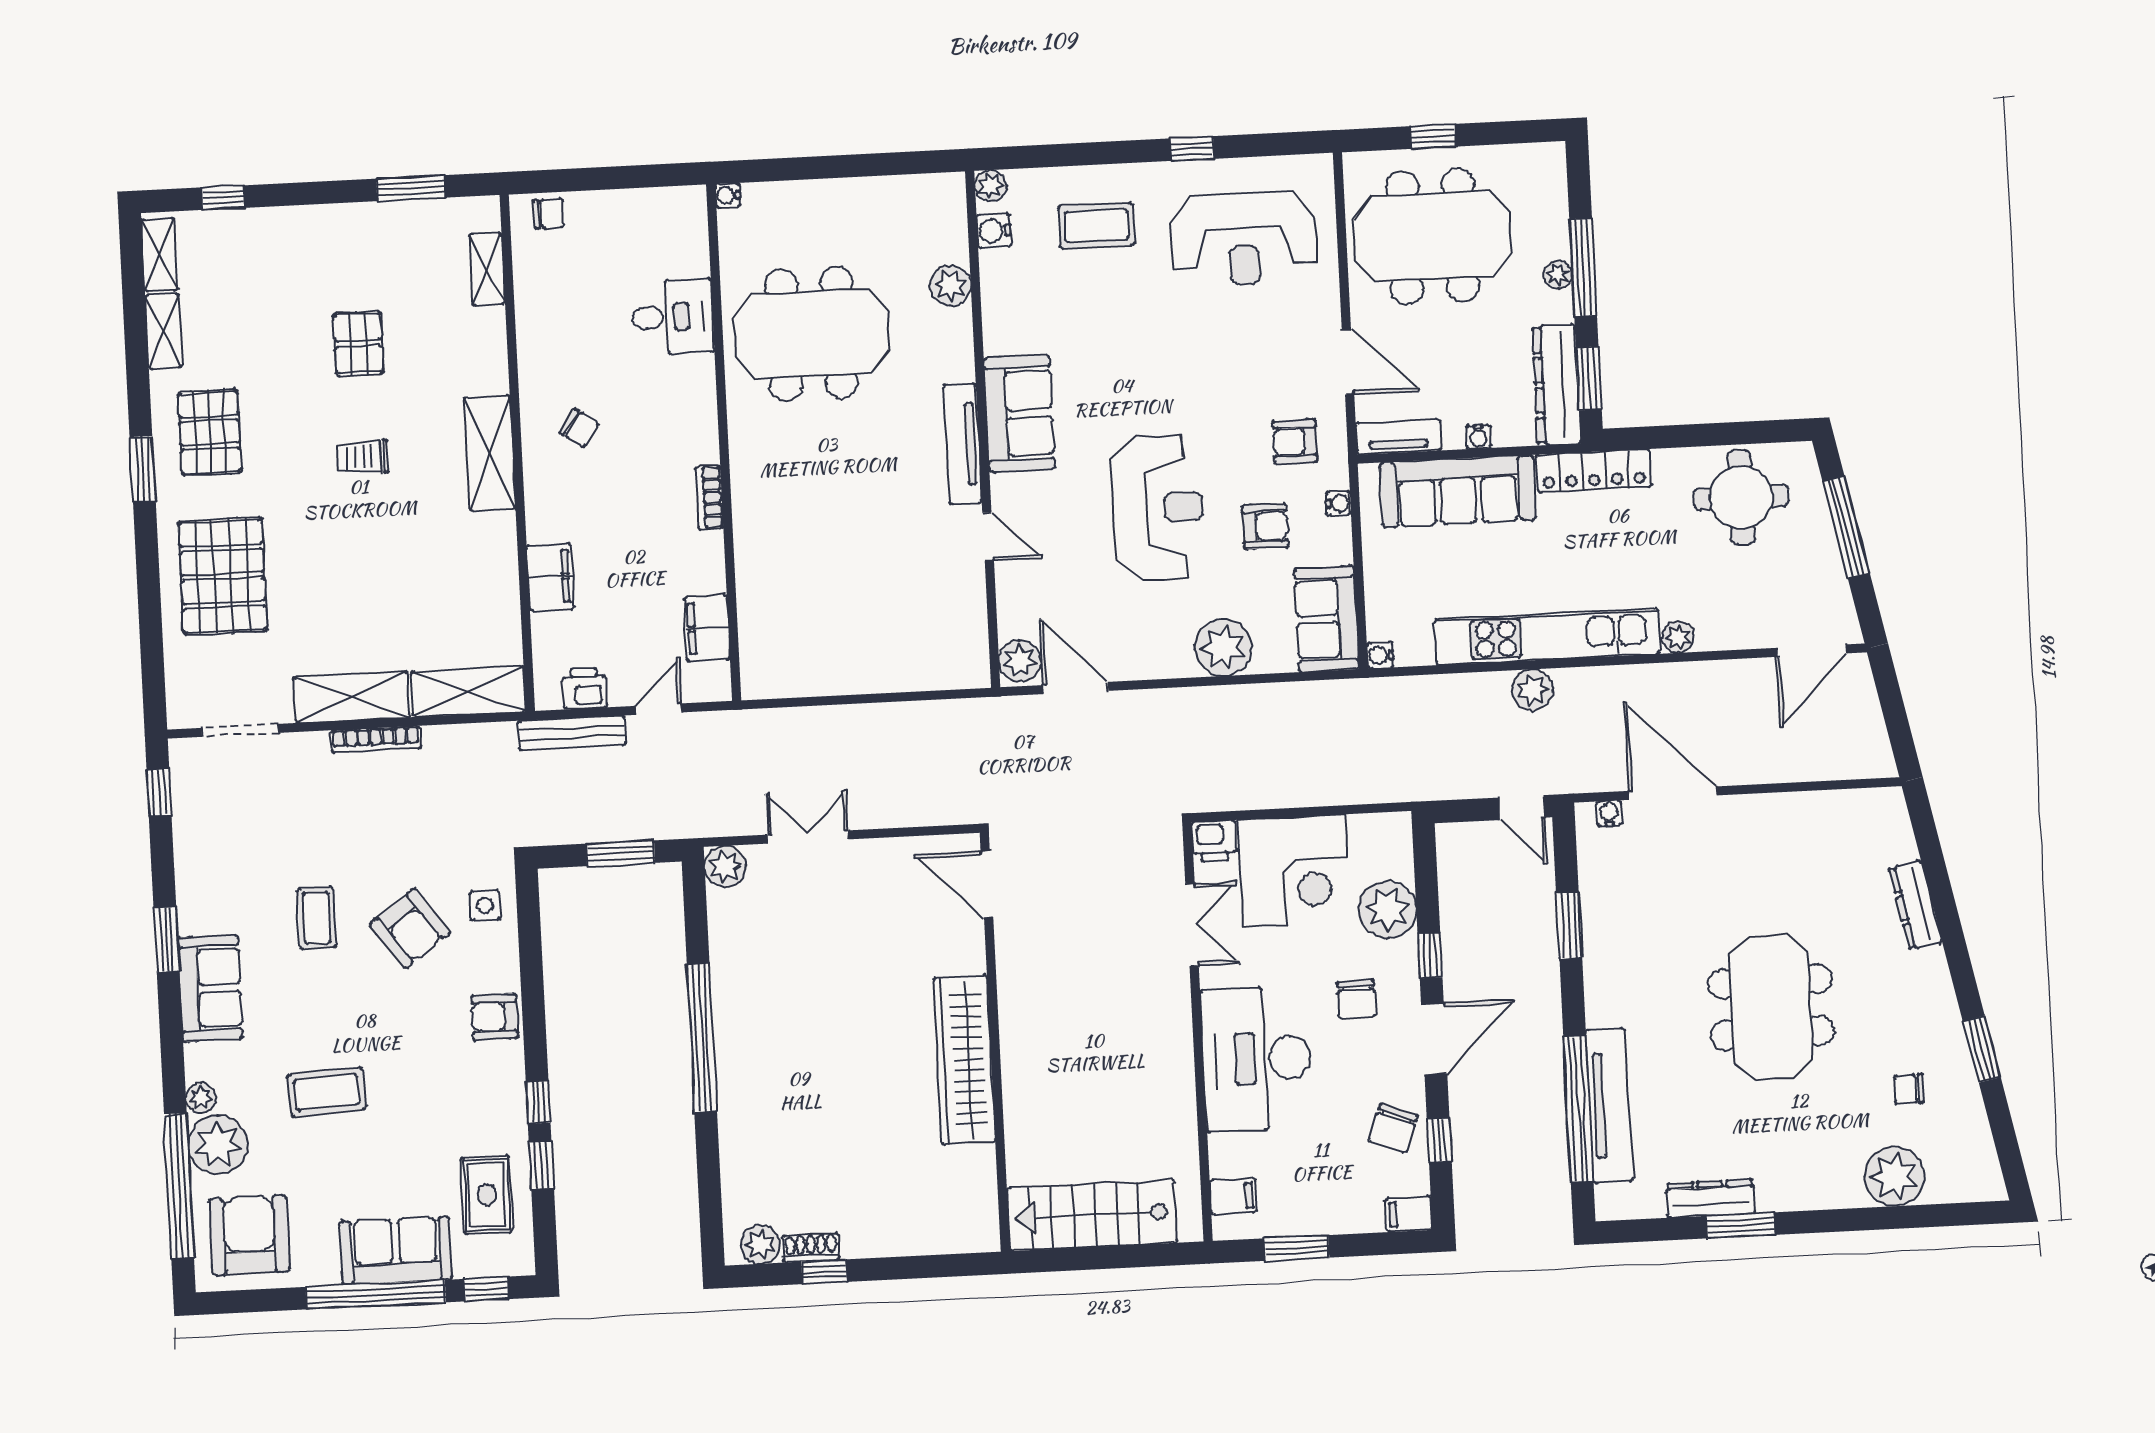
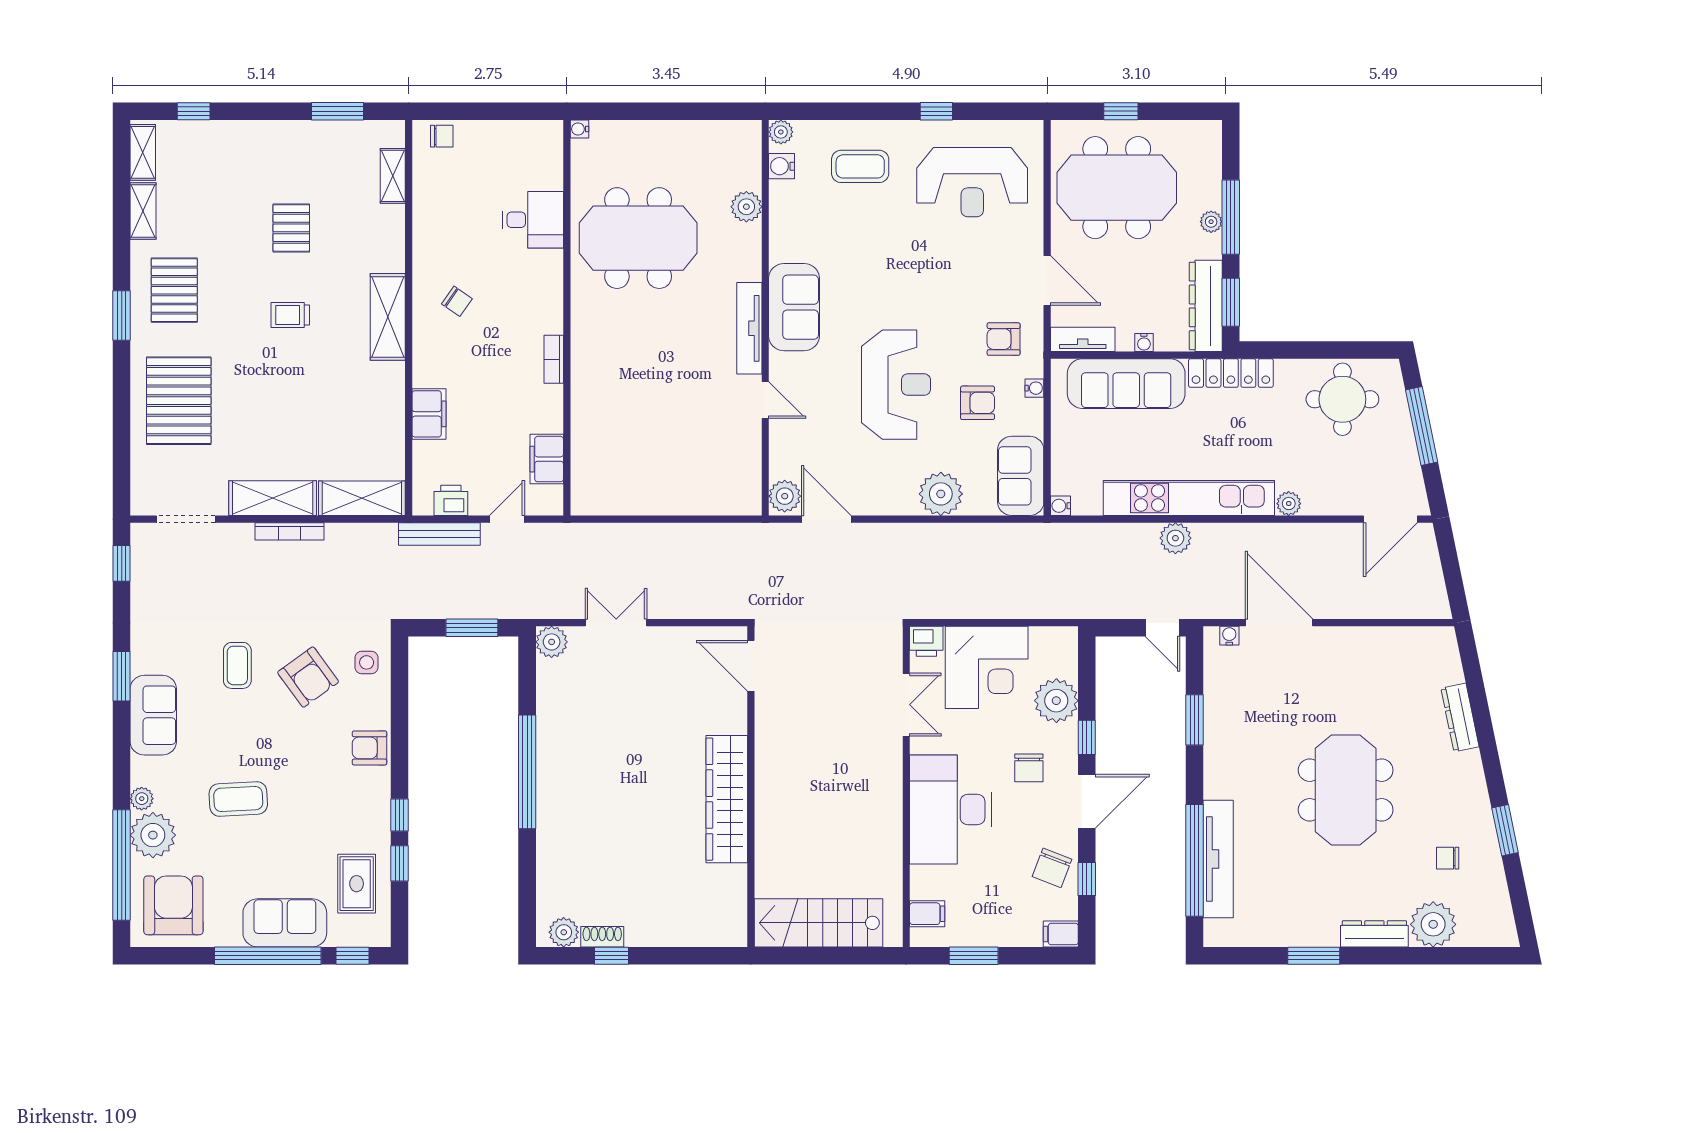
dresser: (1711, 1198) -> (1374, 934), moved

